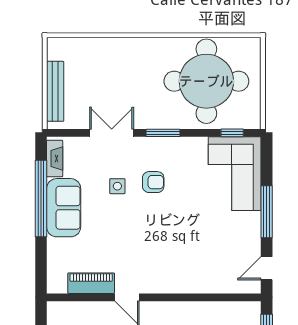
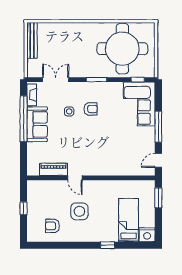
bench: (55, 91) -> (32, 40), moved
double door: (112, 133) -> (56, 80), moved

